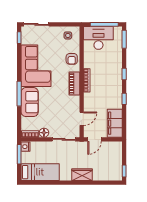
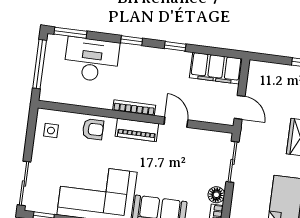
desk: (98, 38) -> (92, 60), moved, turned 90
door: (82, 119) -> (176, 122), moved

